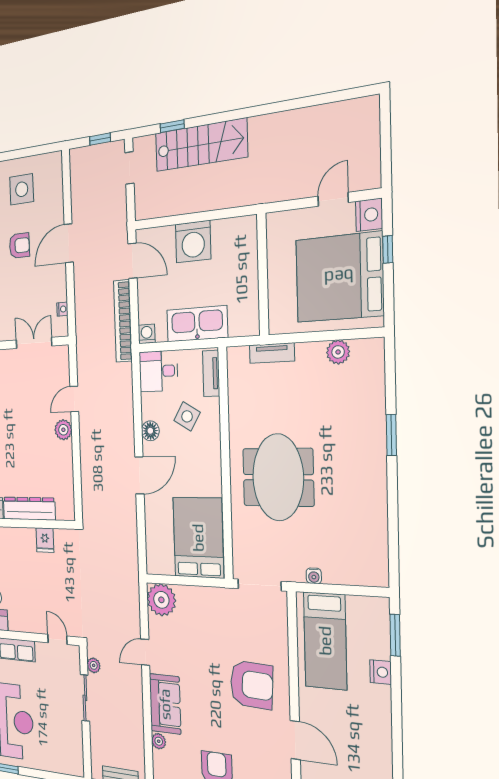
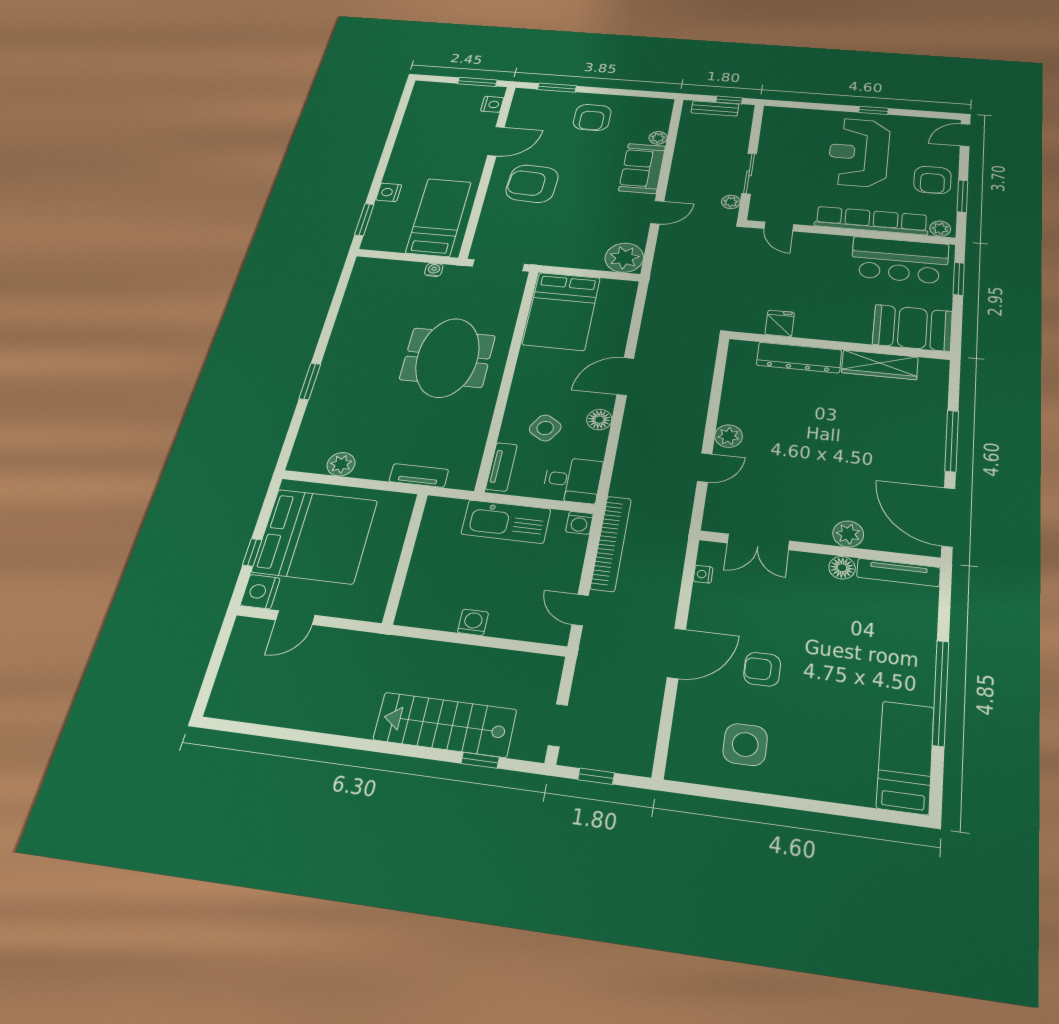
washing machine: (193, 242) -> (473, 622), width x0.53, depth x0.53
door: (132, 261) -> (580, 610), width x0.73
door: (295, 740) -> (496, 141), swing flipped

